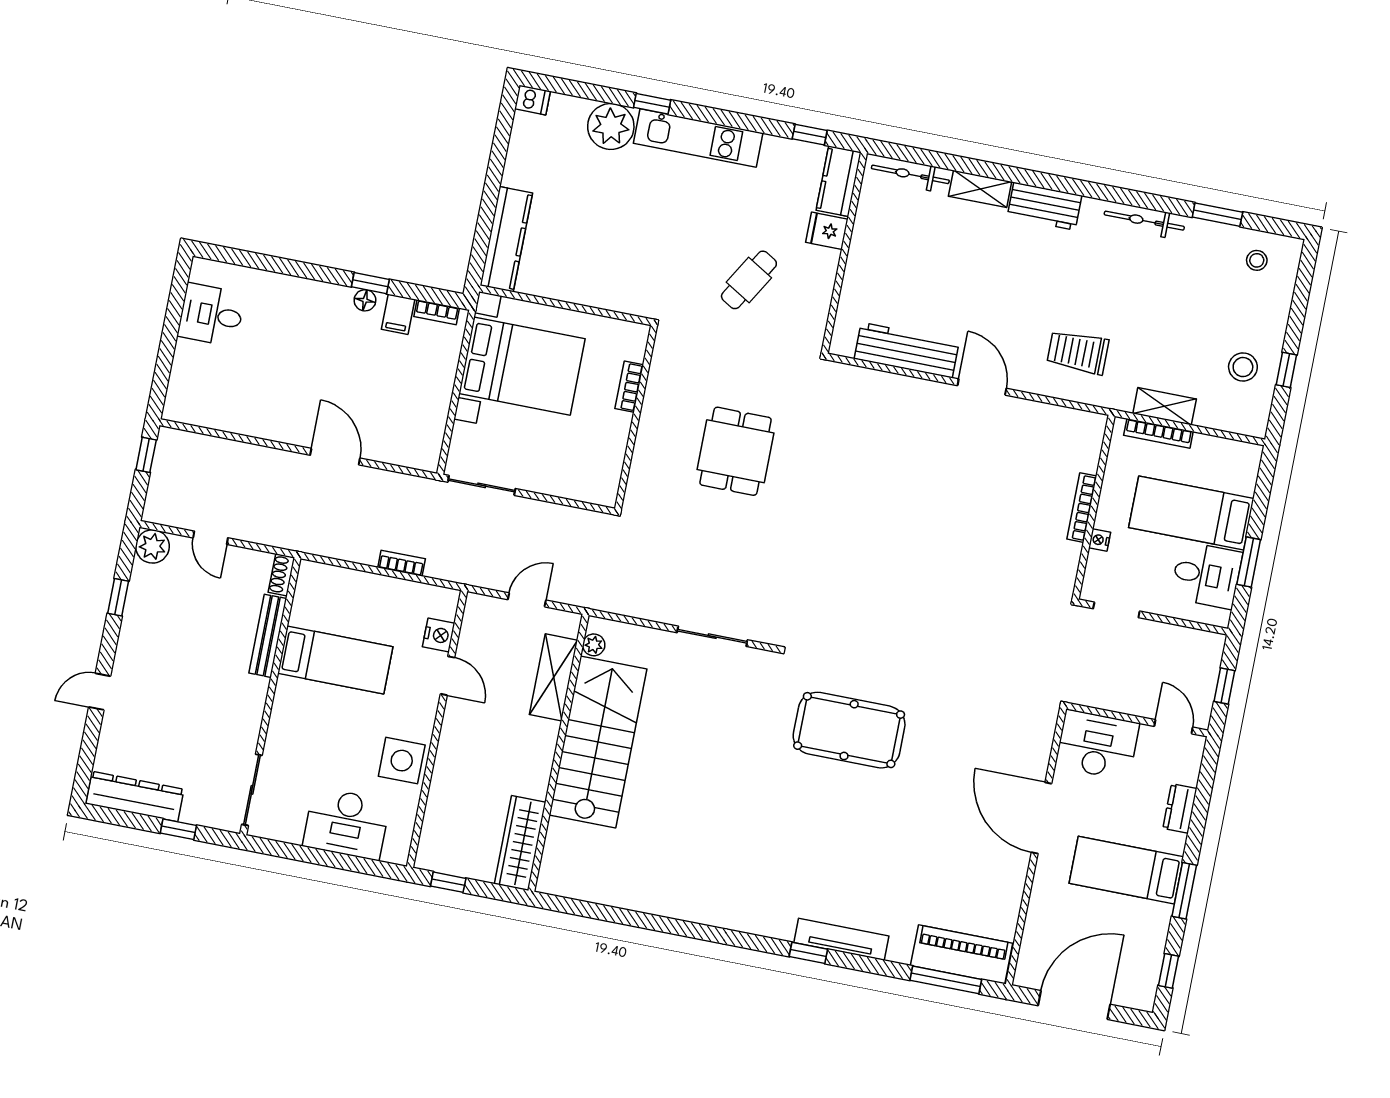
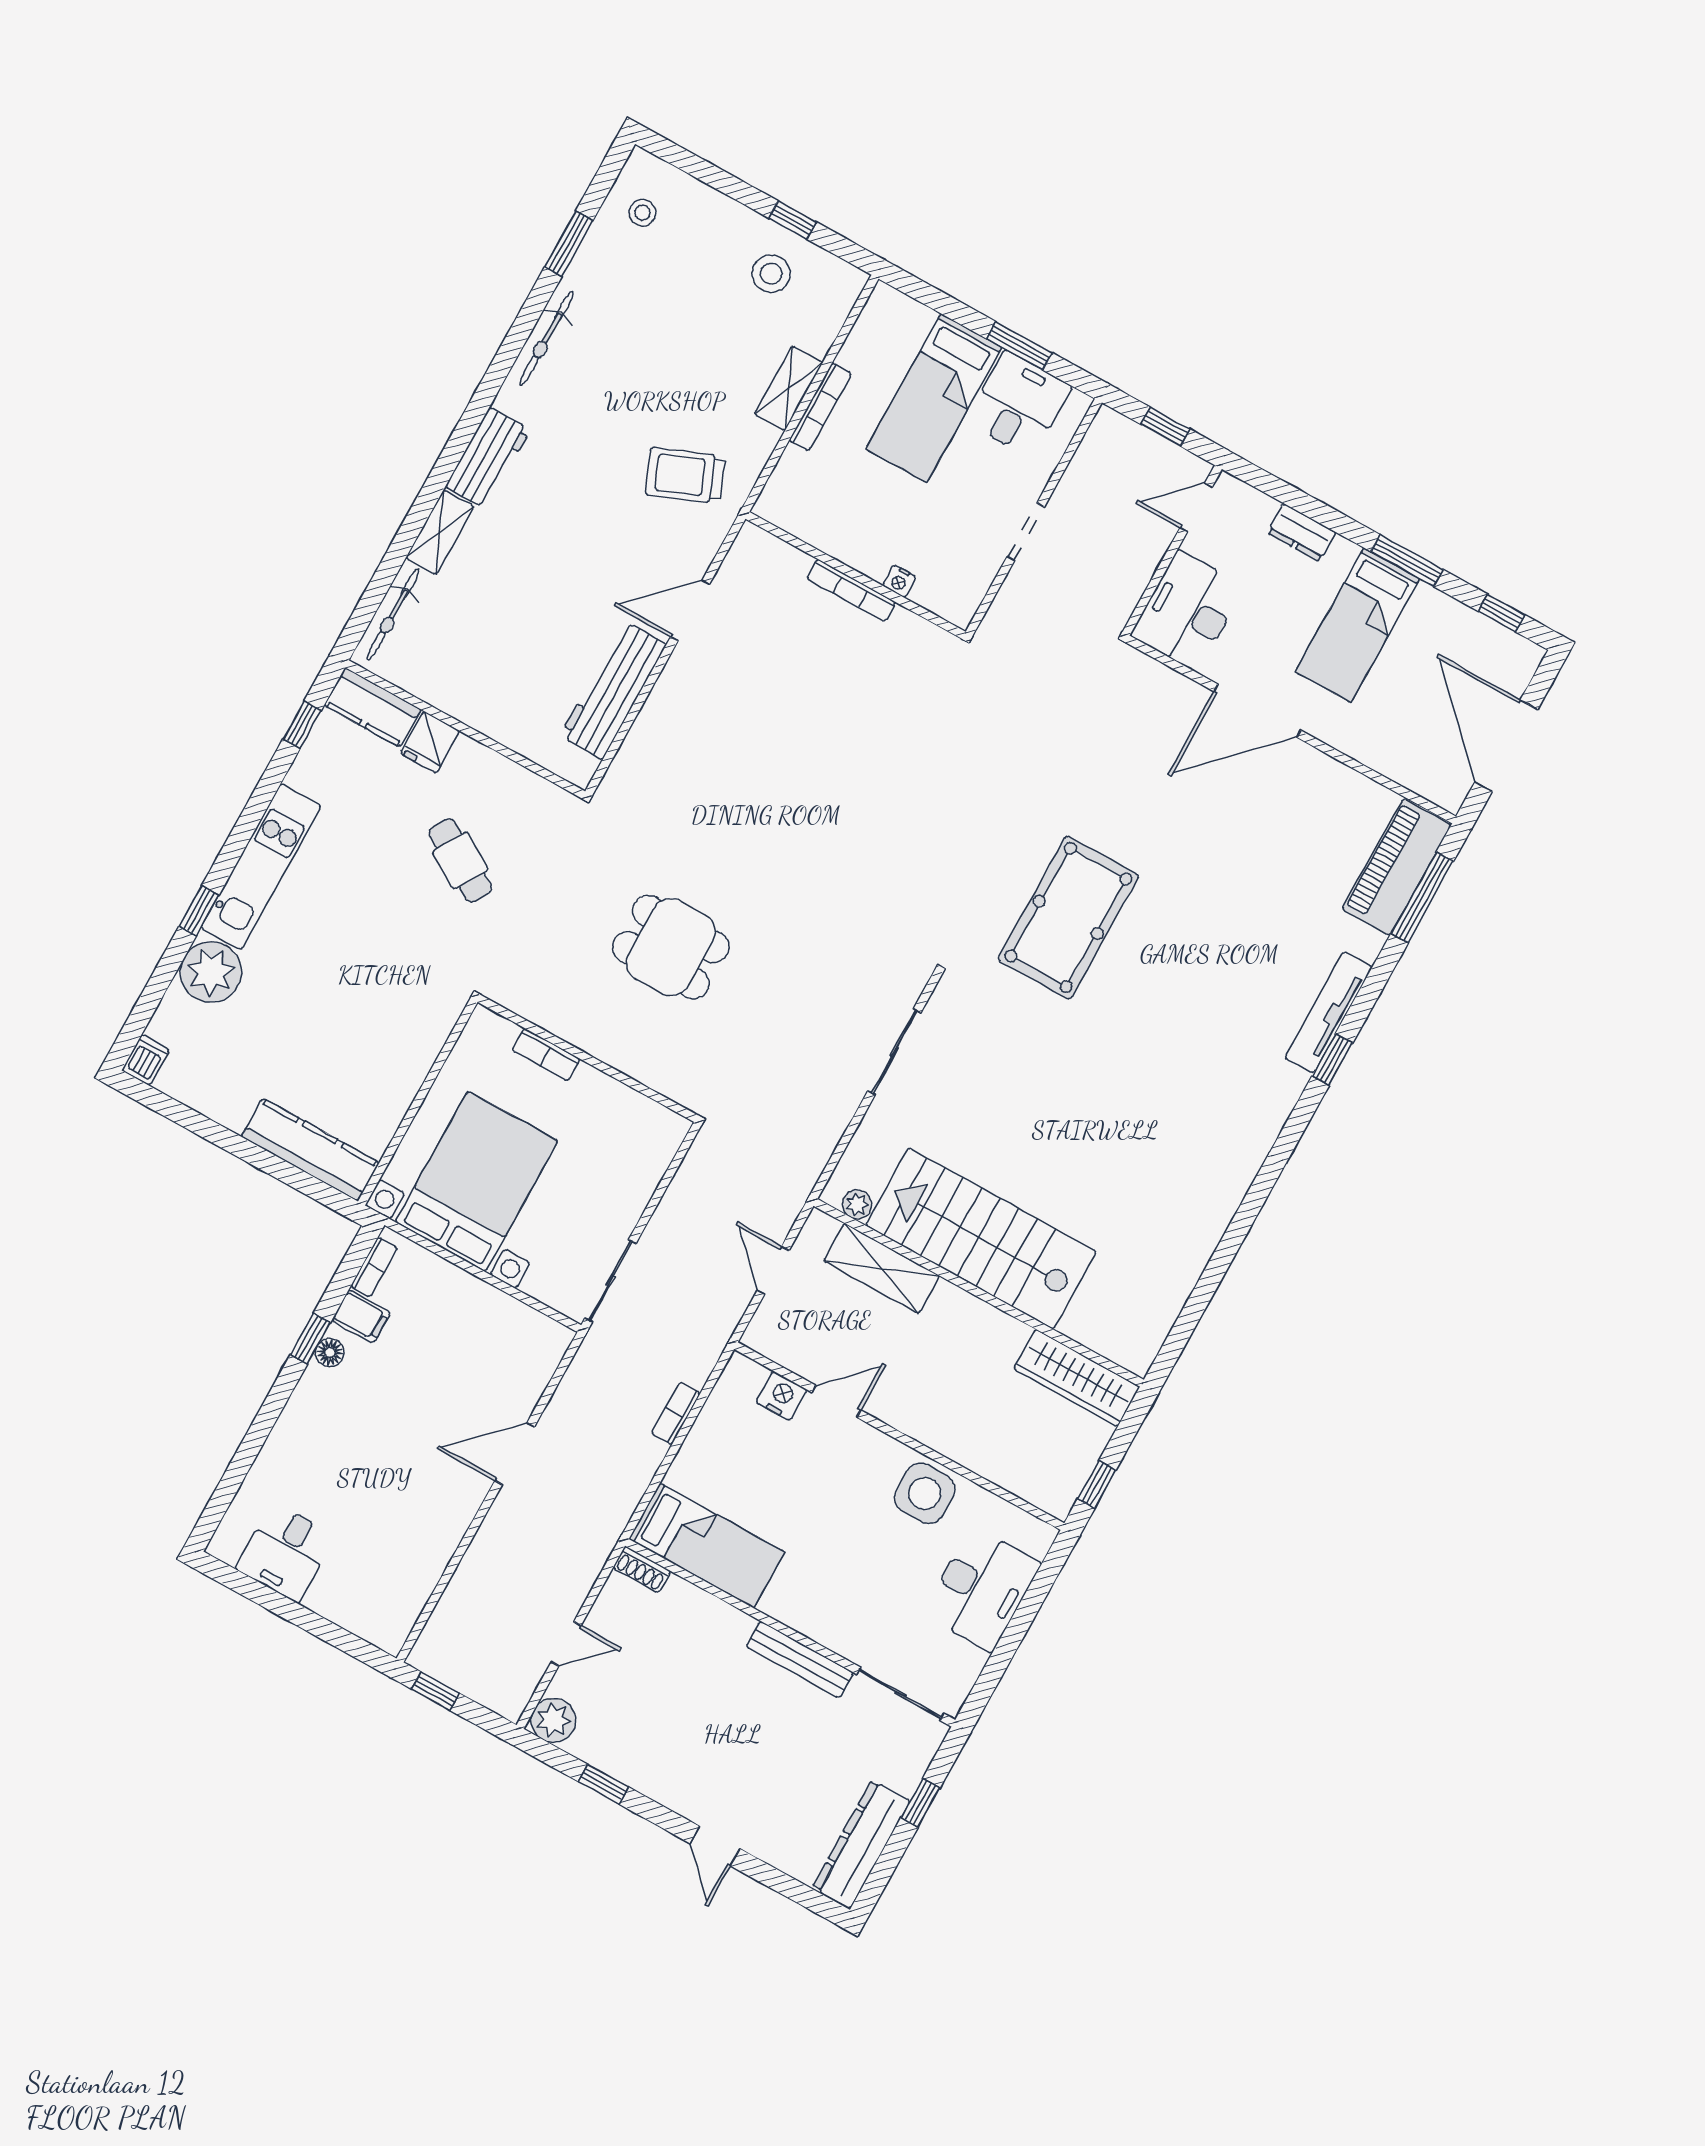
trolley: (1078, 352) -> (685, 475), turned 68
wall: (1094, 507) -> (856, 575), moved
bookcase: (1082, 508) -> (851, 590), moved
nightstand: (1100, 540) -> (899, 581), moved
bench: (268, 636) -> (800, 1660), moved
bed: (335, 660) -> (707, 1545), moved, turned 90

